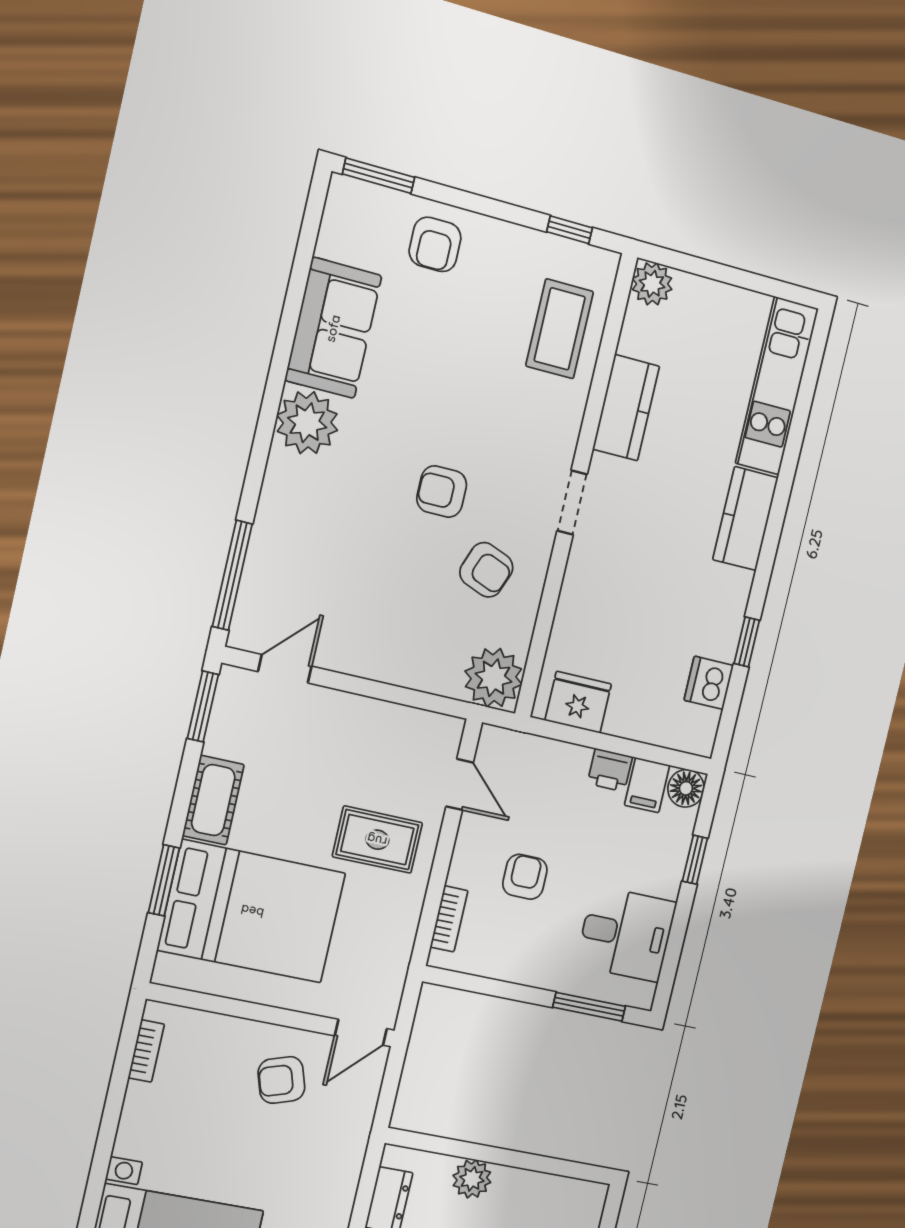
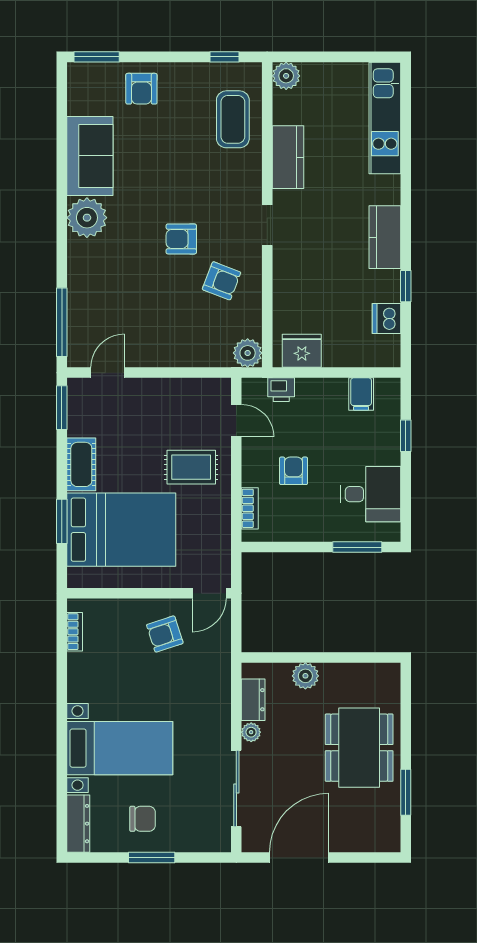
kitchen counter: (745, 519) -> (385, 237), moved
plant: (494, 678) -> (248, 353), width x0.73, depth x0.73
printer: (610, 770) -> (281, 390), moved
floor lamp: (686, 788) -> (388, 390), removed

